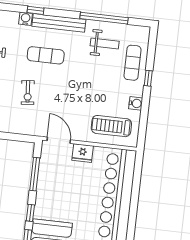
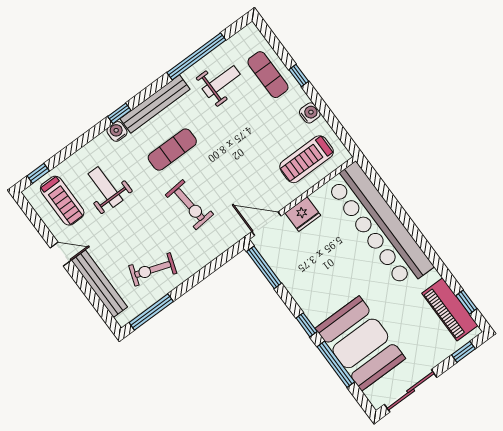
exercise bike: (28, 93) -> (189, 205), width x1.38, depth x1.39
window: (35, 174) -> (264, 267), moved

